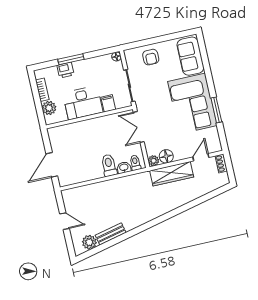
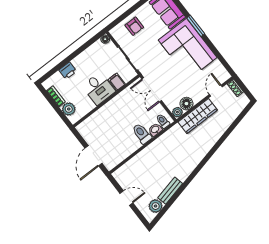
window: (71, 59) -> (68, 59), removed
desk: (83, 103) -> (99, 89), width x0.73
window: (216, 110) -> (196, 26), moved

